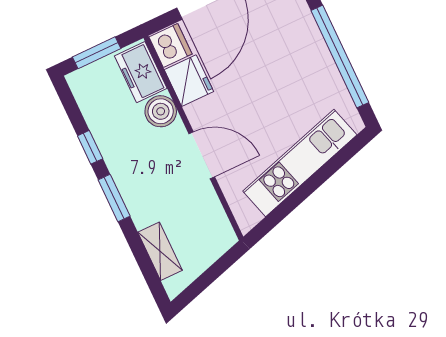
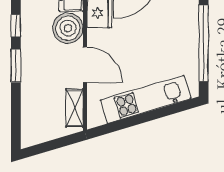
boiler: (161, 111) -> (68, 28), width x1.37, depth x1.37
shelving: (160, 251) -> (75, 108), moved

